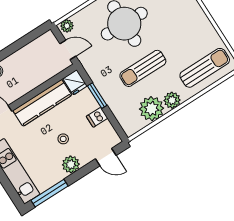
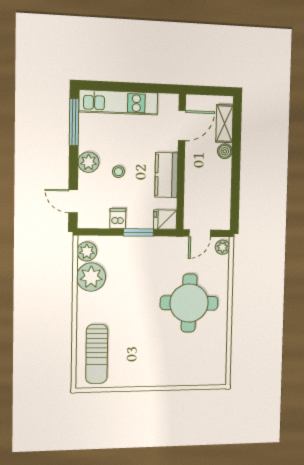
sun lounger: (143, 68) -> (135, 294), removed
plant: (172, 100) -> (87, 252), moved
kitchen counter: (42, 103) -> (166, 175), width x0.67
door: (106, 157) -> (73, 201), hinge flipped

